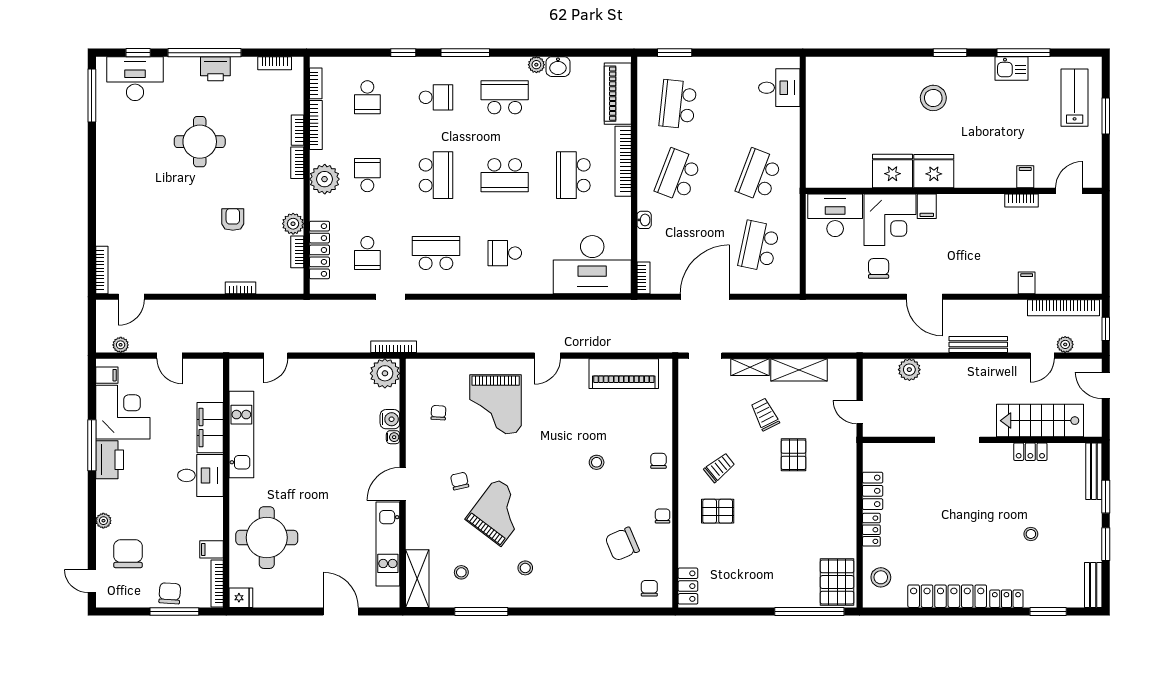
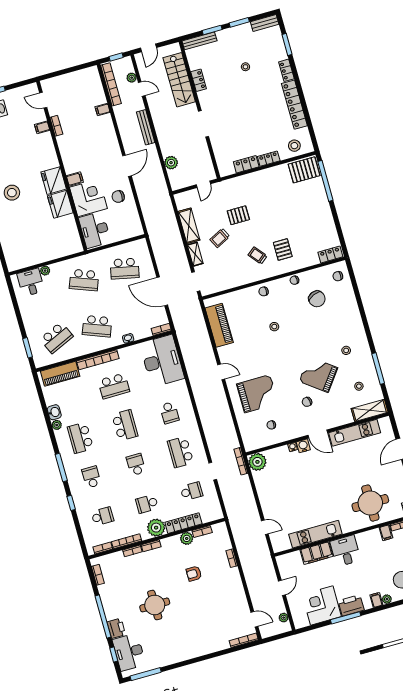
printer: (215, 69) -> (116, 628), moved
school desk: (678, 104) -> (56, 338), turned -30
plant: (792, 116) -> (45, 271), added
school desk: (436, 175) -> (136, 465), width x0.54
locker: (319, 250) -> (183, 523), moved
filing cabinet: (107, 375) -> (376, 600), moved
water cooler: (390, 419) -> (303, 446), moved

